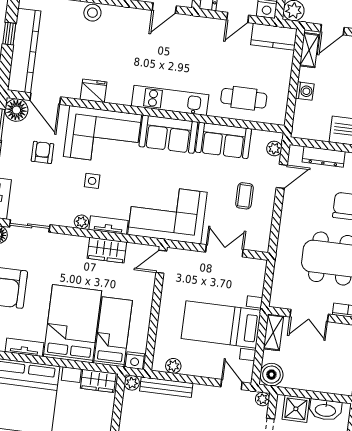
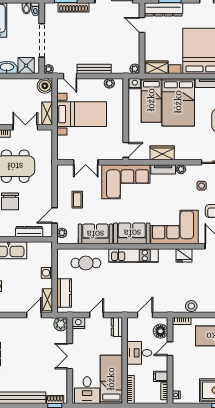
kitchen counter: (274, 37) -> (64, 293), moved, turned 90
side table: (92, 181) -> (202, 186), moved
bench: (166, 387) -> (94, 69), moved

